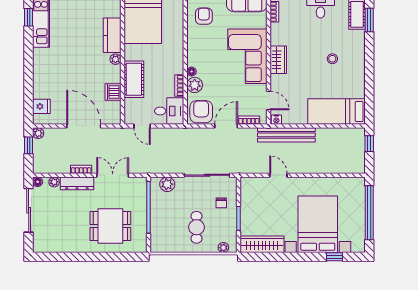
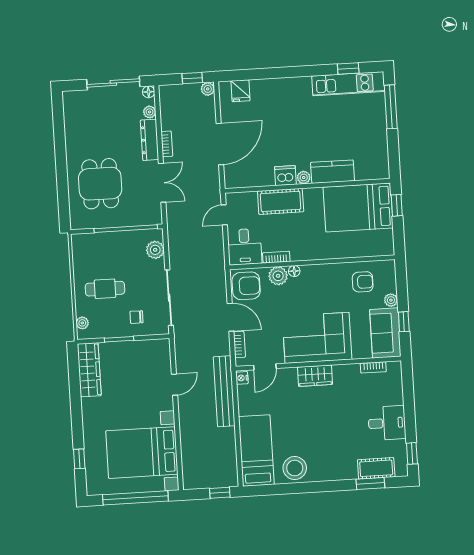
stool: (332, 59) -> (295, 468), moved, width x1.89, depth x1.89
dishwasher: (113, 92) -> (285, 176), moved
bed with nightstands: (318, 224) -> (142, 453), moved, turned 180

